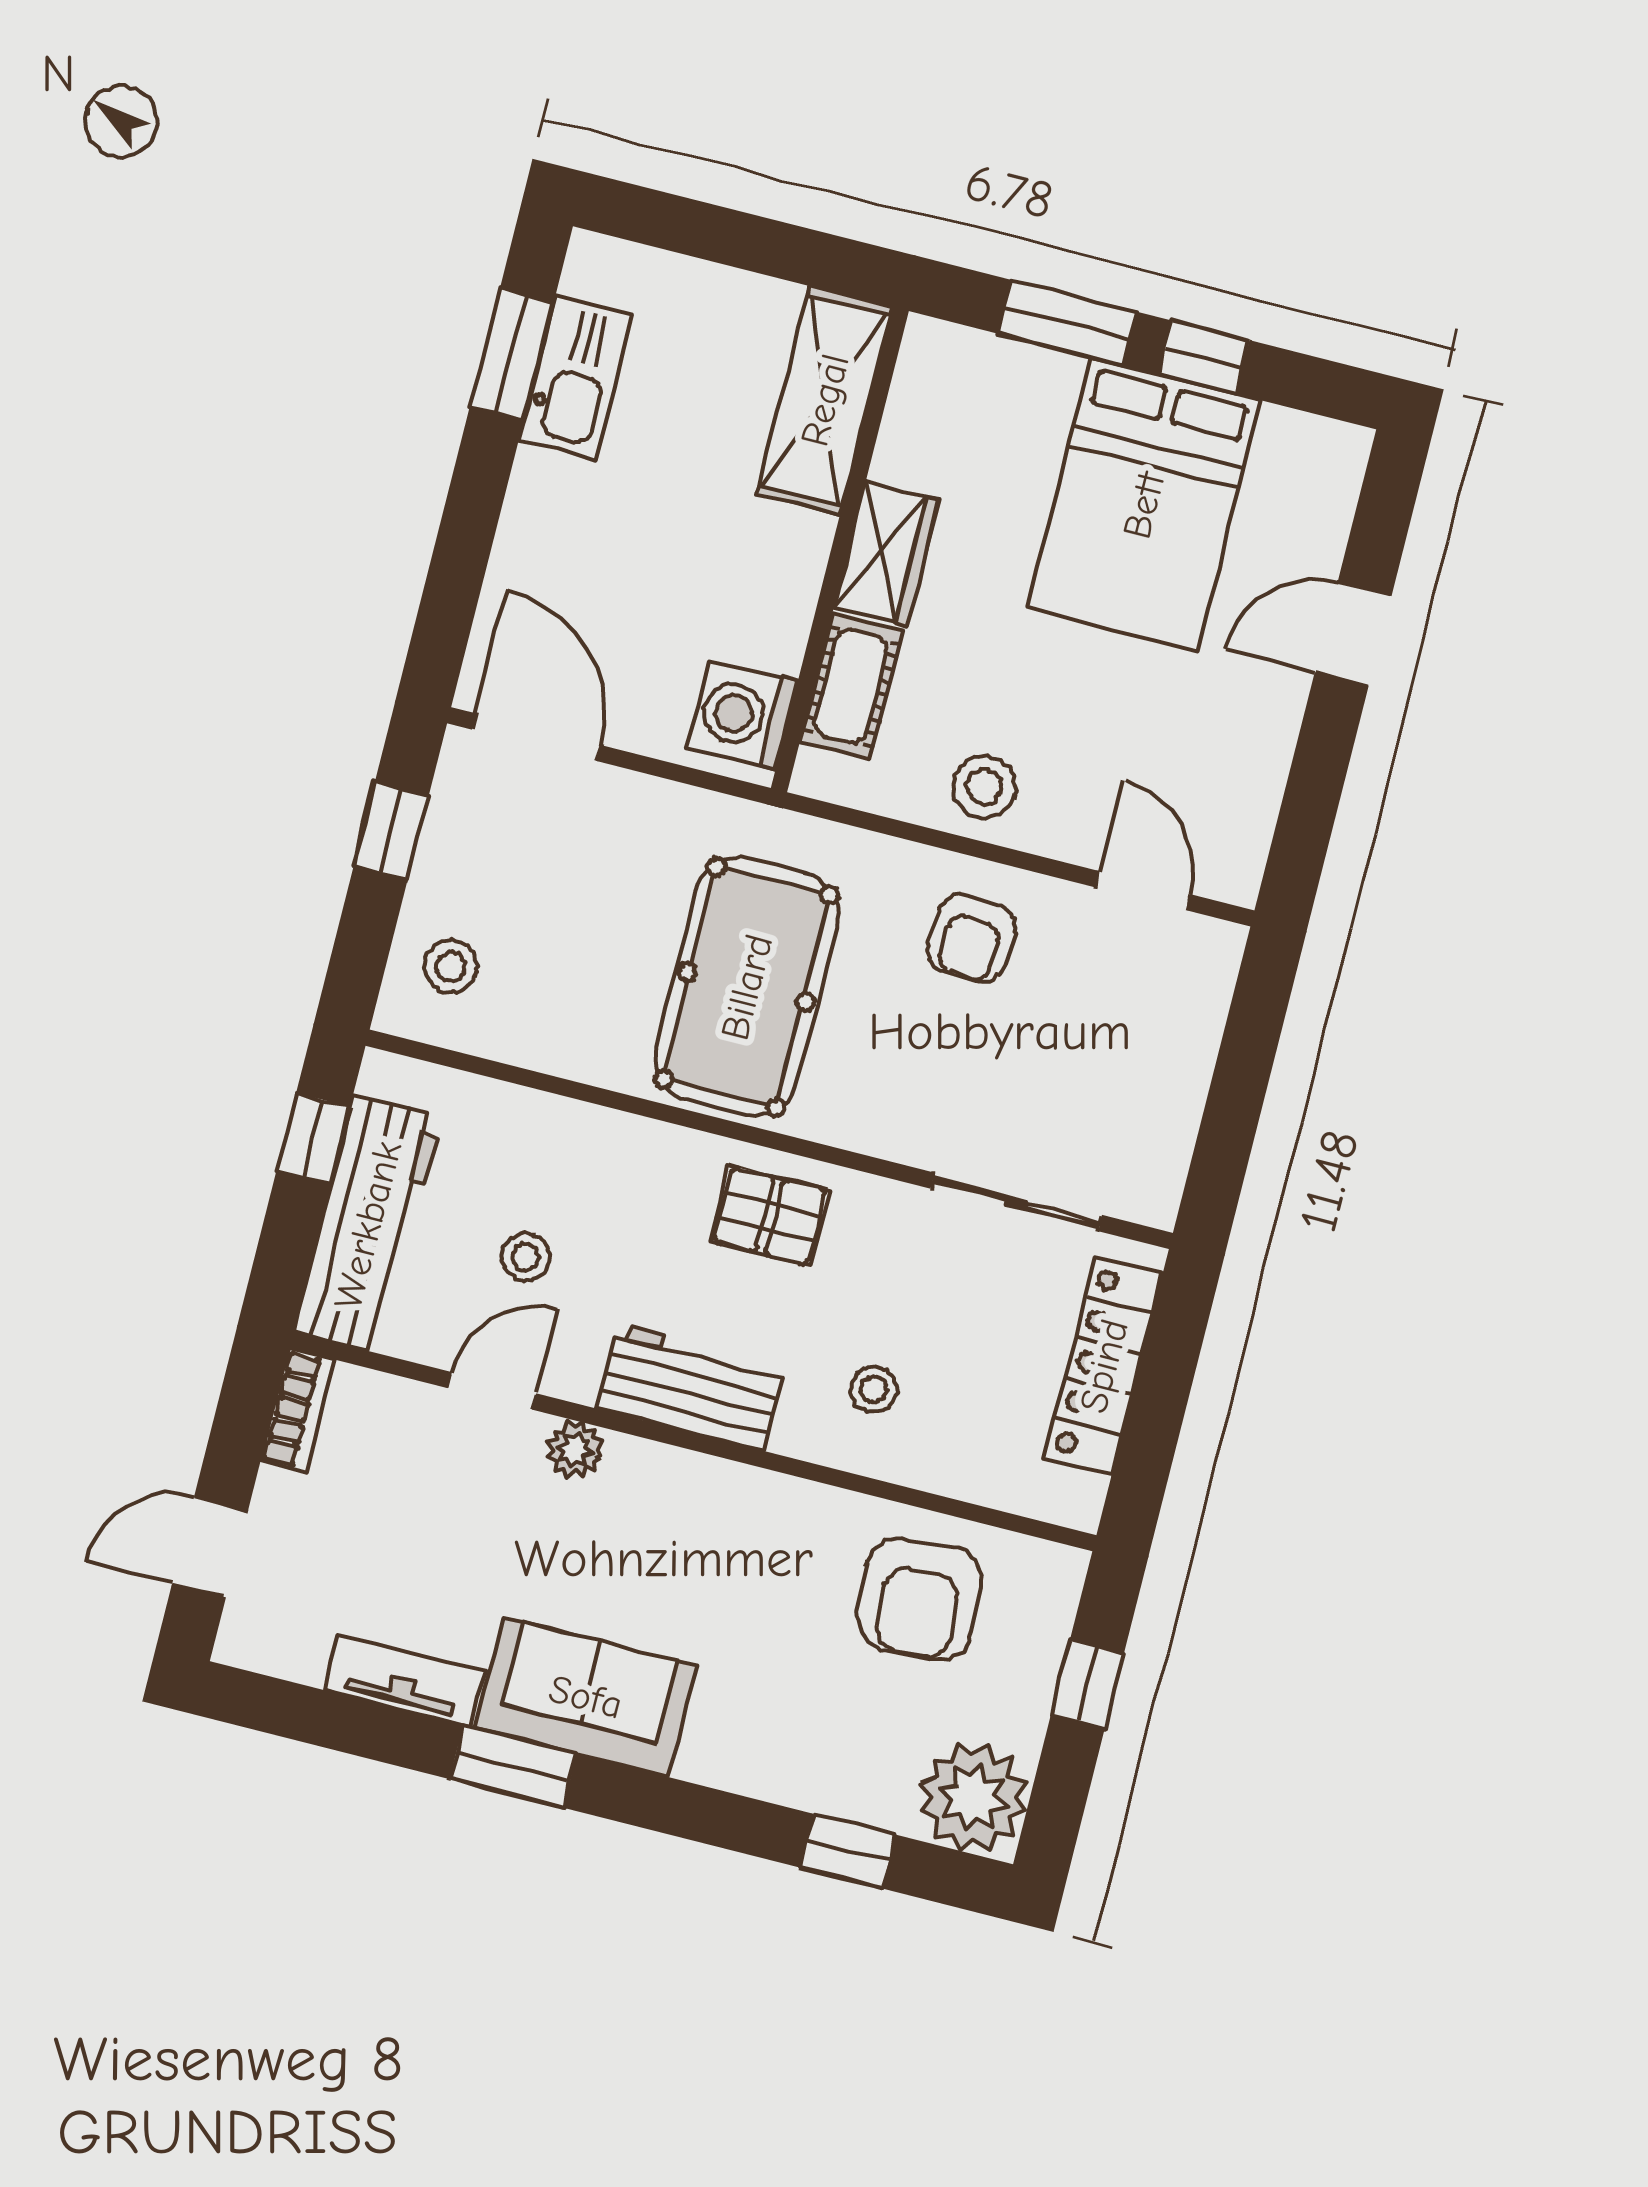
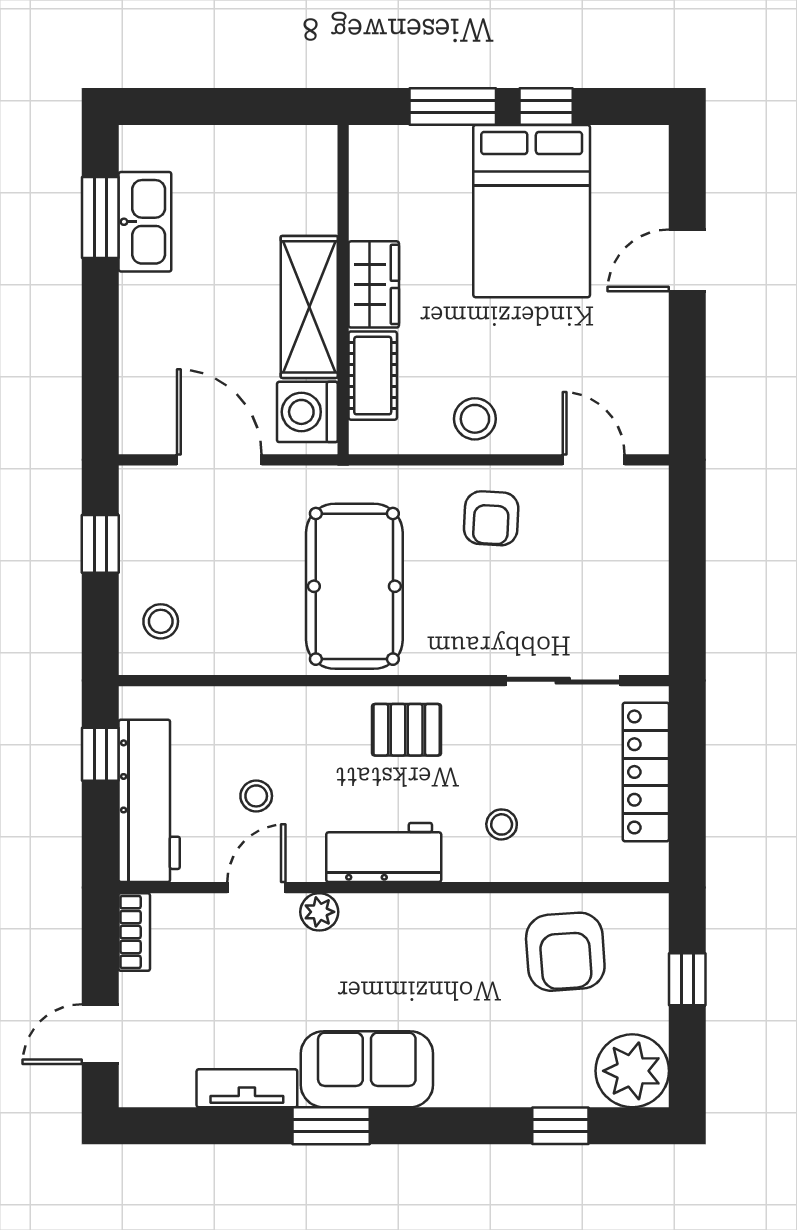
shelving: (825, 400) -> (309, 307), moved
door: (536, 737) -> (219, 460), moved

